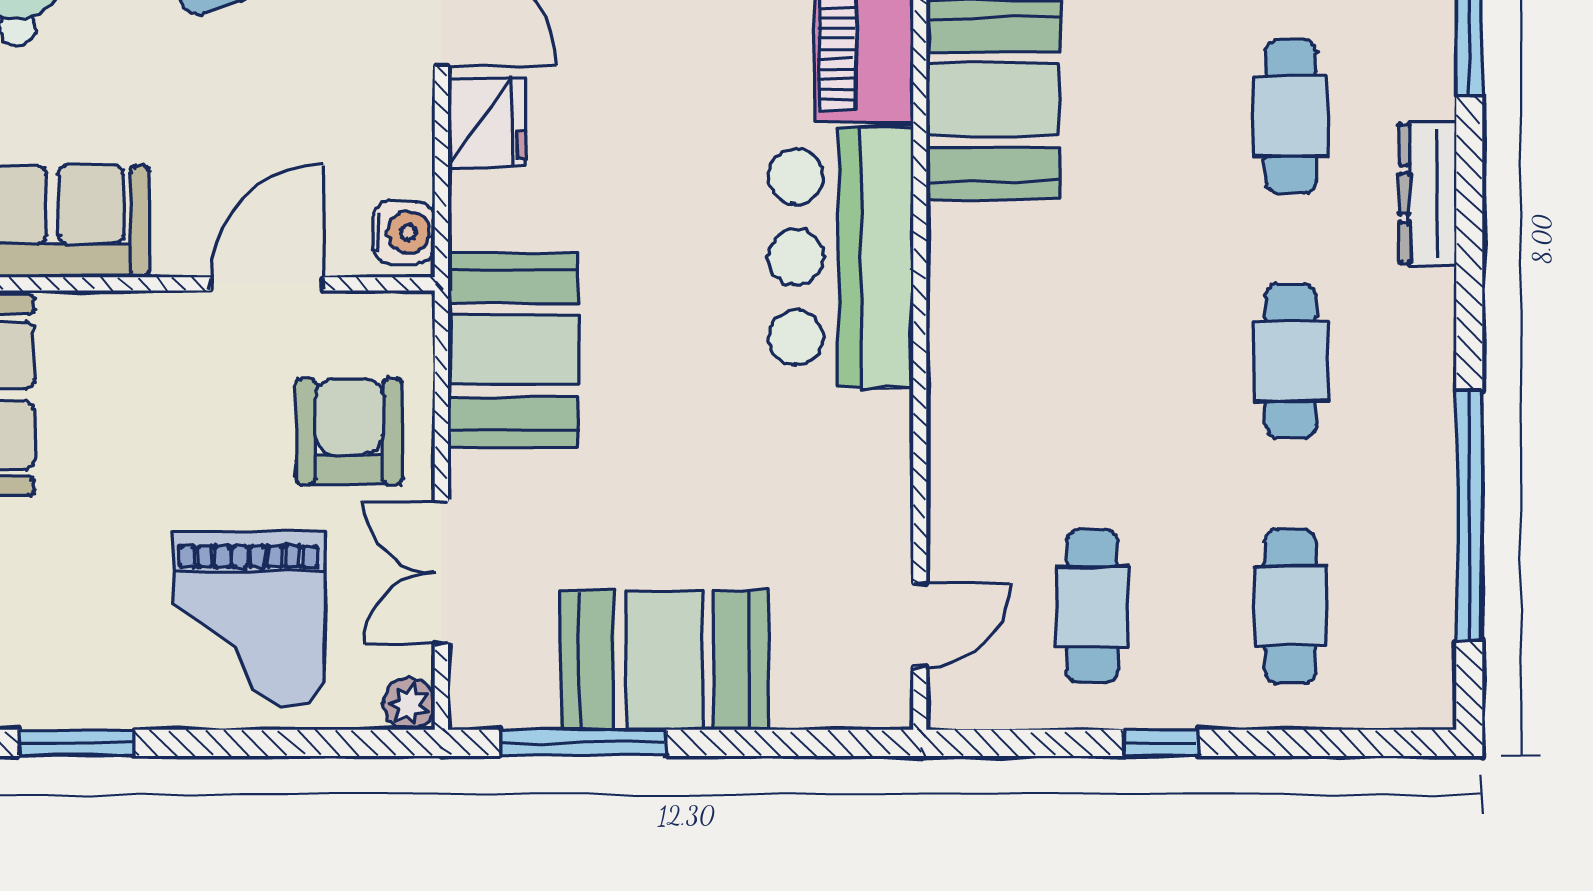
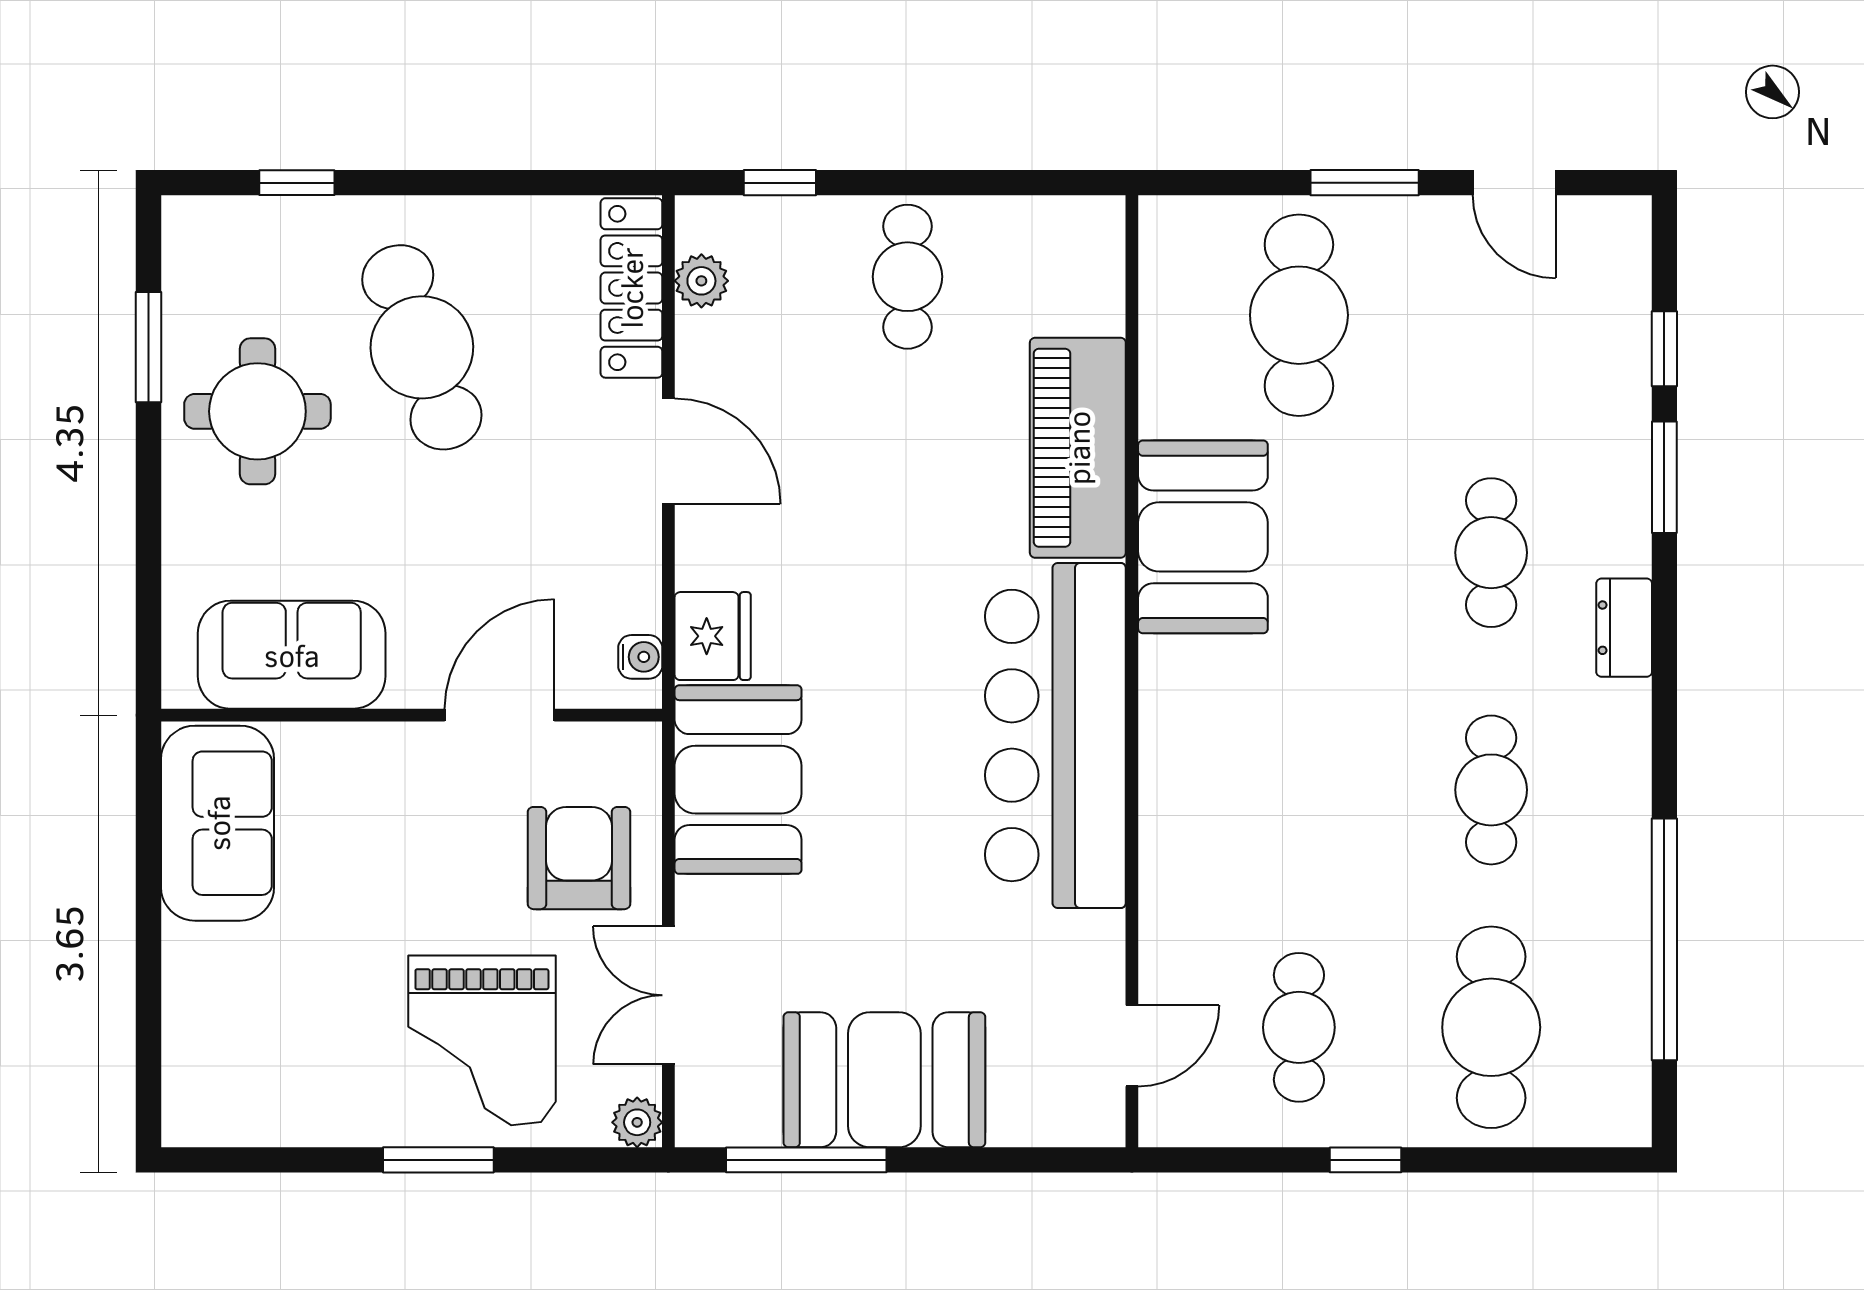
fridge: (487, 122) -> (713, 636), moved
dresser: (1428, 194) -> (1624, 628), width x0.70
water cooler: (404, 232) -> (640, 657), width x0.72, depth x0.72
bar counter: (841, 257) -> (1055, 735), width x1.36
cafe table: (1290, 606) -> (1491, 1027), width x1.37, depth x1.35
window: (76, 743) -> (438, 1160), moved

